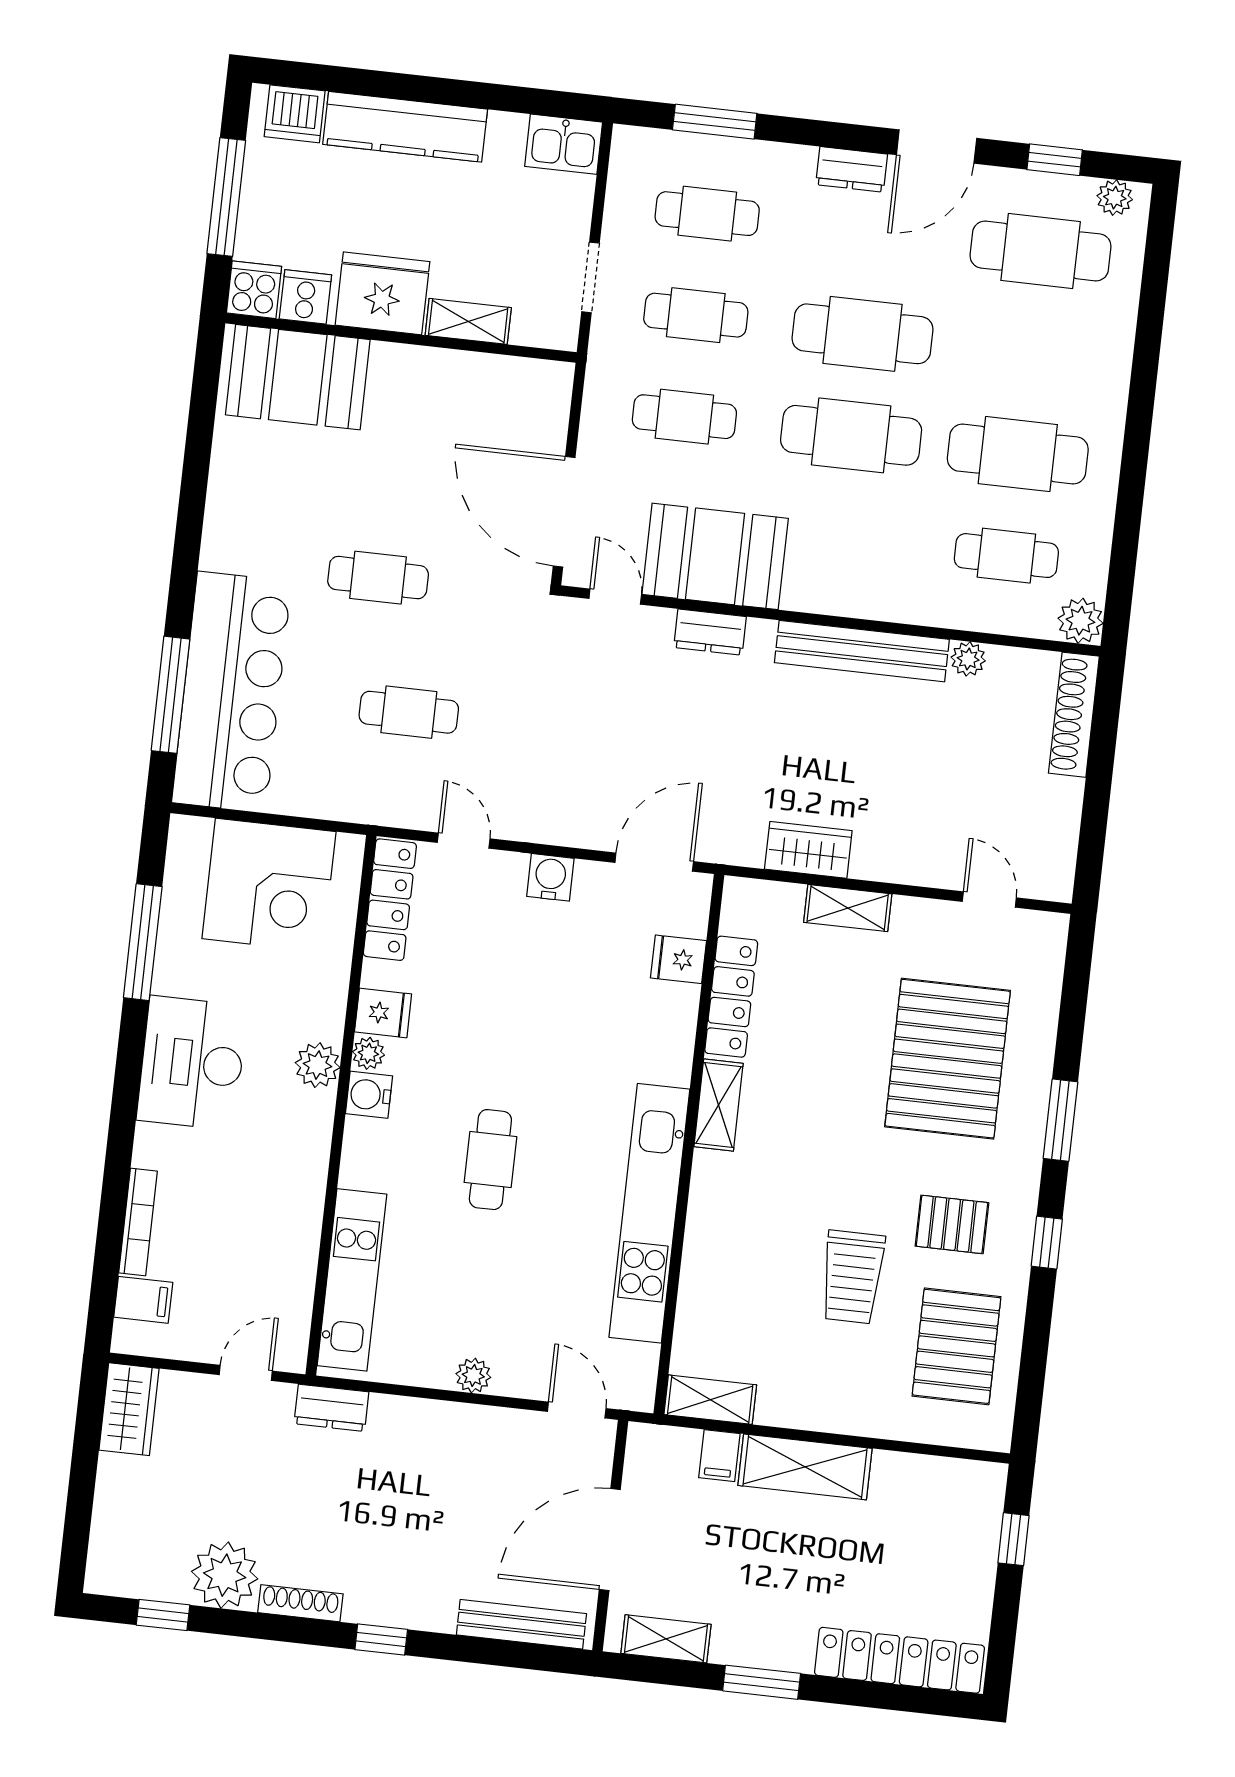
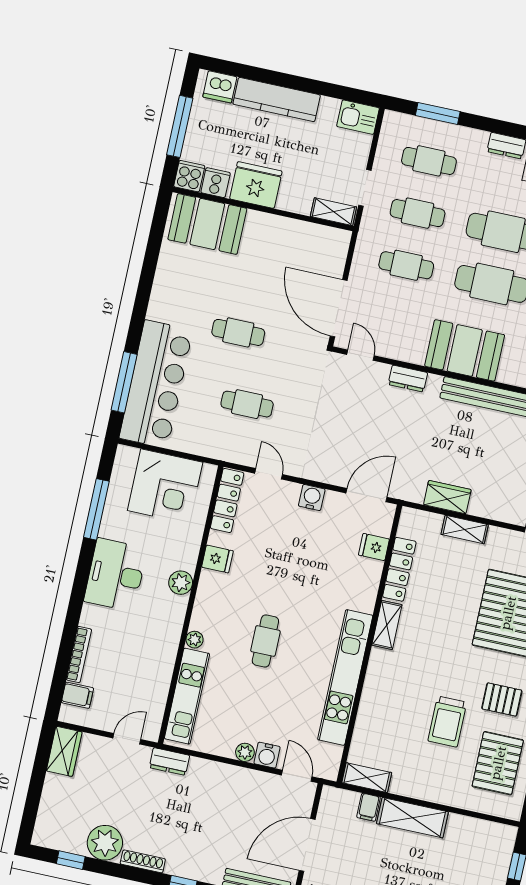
shelving: (468, 321) -> (333, 212), moved
booth: (715, 556) -> (465, 350), moved
plant: (368, 1053) -> (195, 640), moved
water cooler: (369, 1095) -> (267, 755), moved, turned -90

